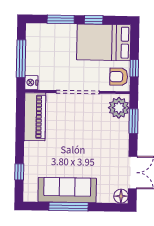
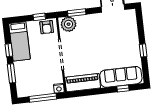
bed: (104, 42) -> (20, 41), width x0.67
sofa: (67, 190) -> (121, 77), moved, turned 90
floor lamp: (121, 196) -> (131, 14), removed
window: (69, 207) -> (143, 50), width x0.46

